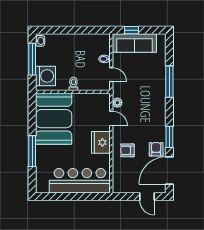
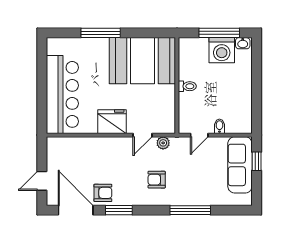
washing machine: (46, 76) -> (222, 50), moved
armchair: (127, 150) -> (157, 180), moved, turned -90

